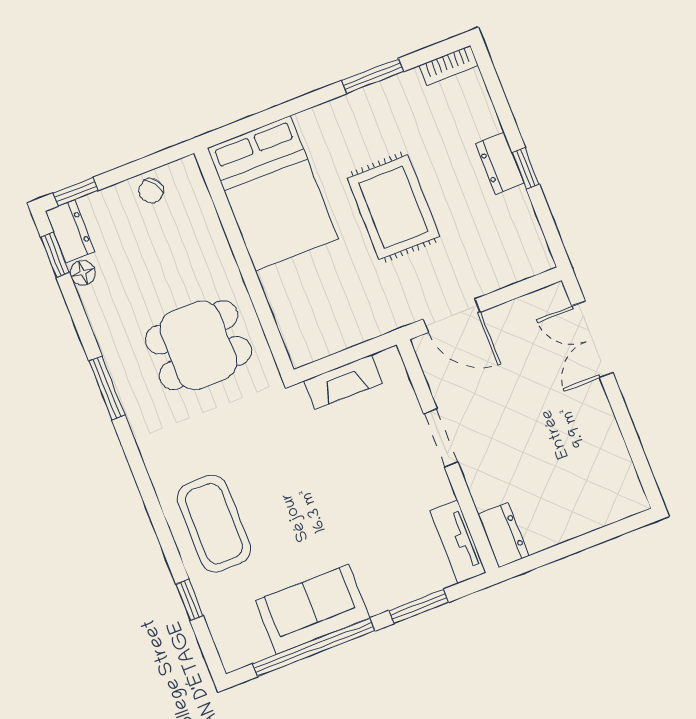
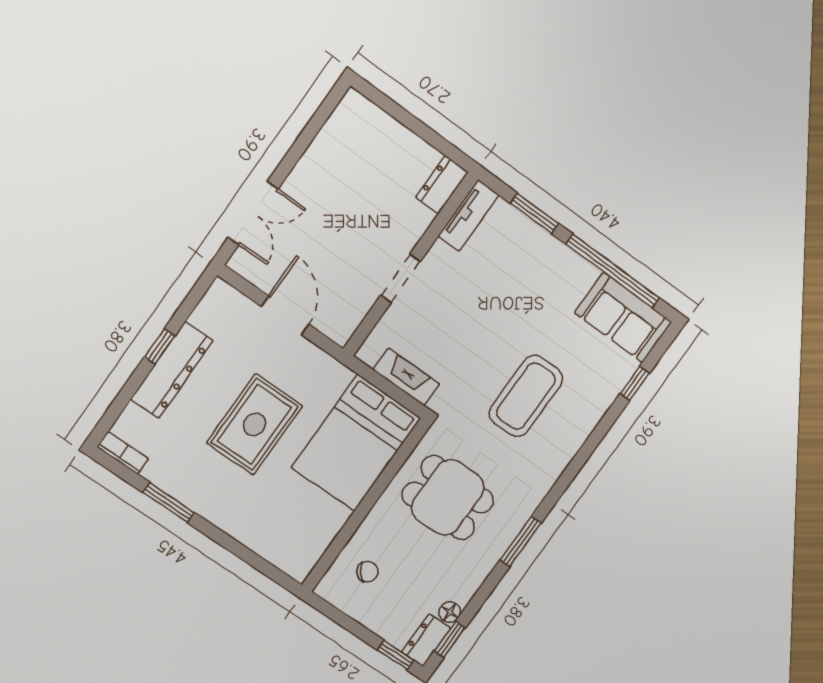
dresser: (500, 163) -> (172, 370), width x1.96, depth x1.24
chair: (151, 191) -> (367, 572), moved
bed: (273, 193) -> (356, 443), moved, turned 180
door: (452, 316) -> (285, 315), moved
coffee table: (214, 524) -> (526, 396), moved
sofa: (313, 609) -> (623, 318), moved

